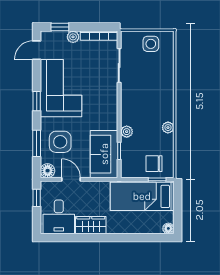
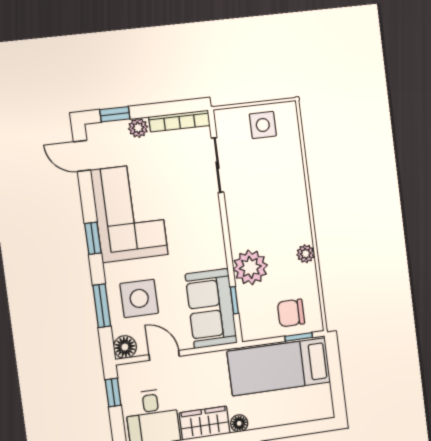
door: (37, 50) -> (82, 156), hinge flipped
plant: (127, 132) -> (250, 267), width x1.88, depth x1.88
floor lamp: (168, 228) -> (239, 423), moved

